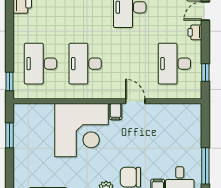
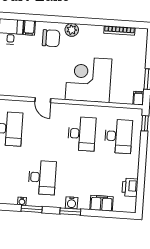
filing cabinet: (116, 112) -> (138, 98), moved

